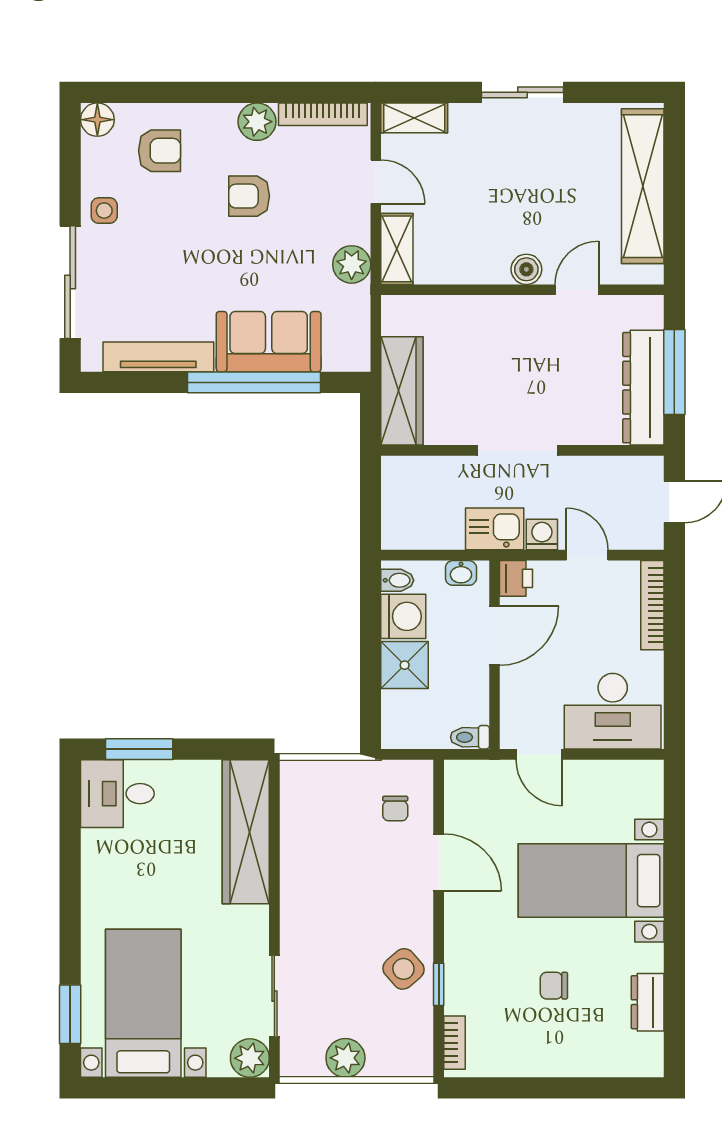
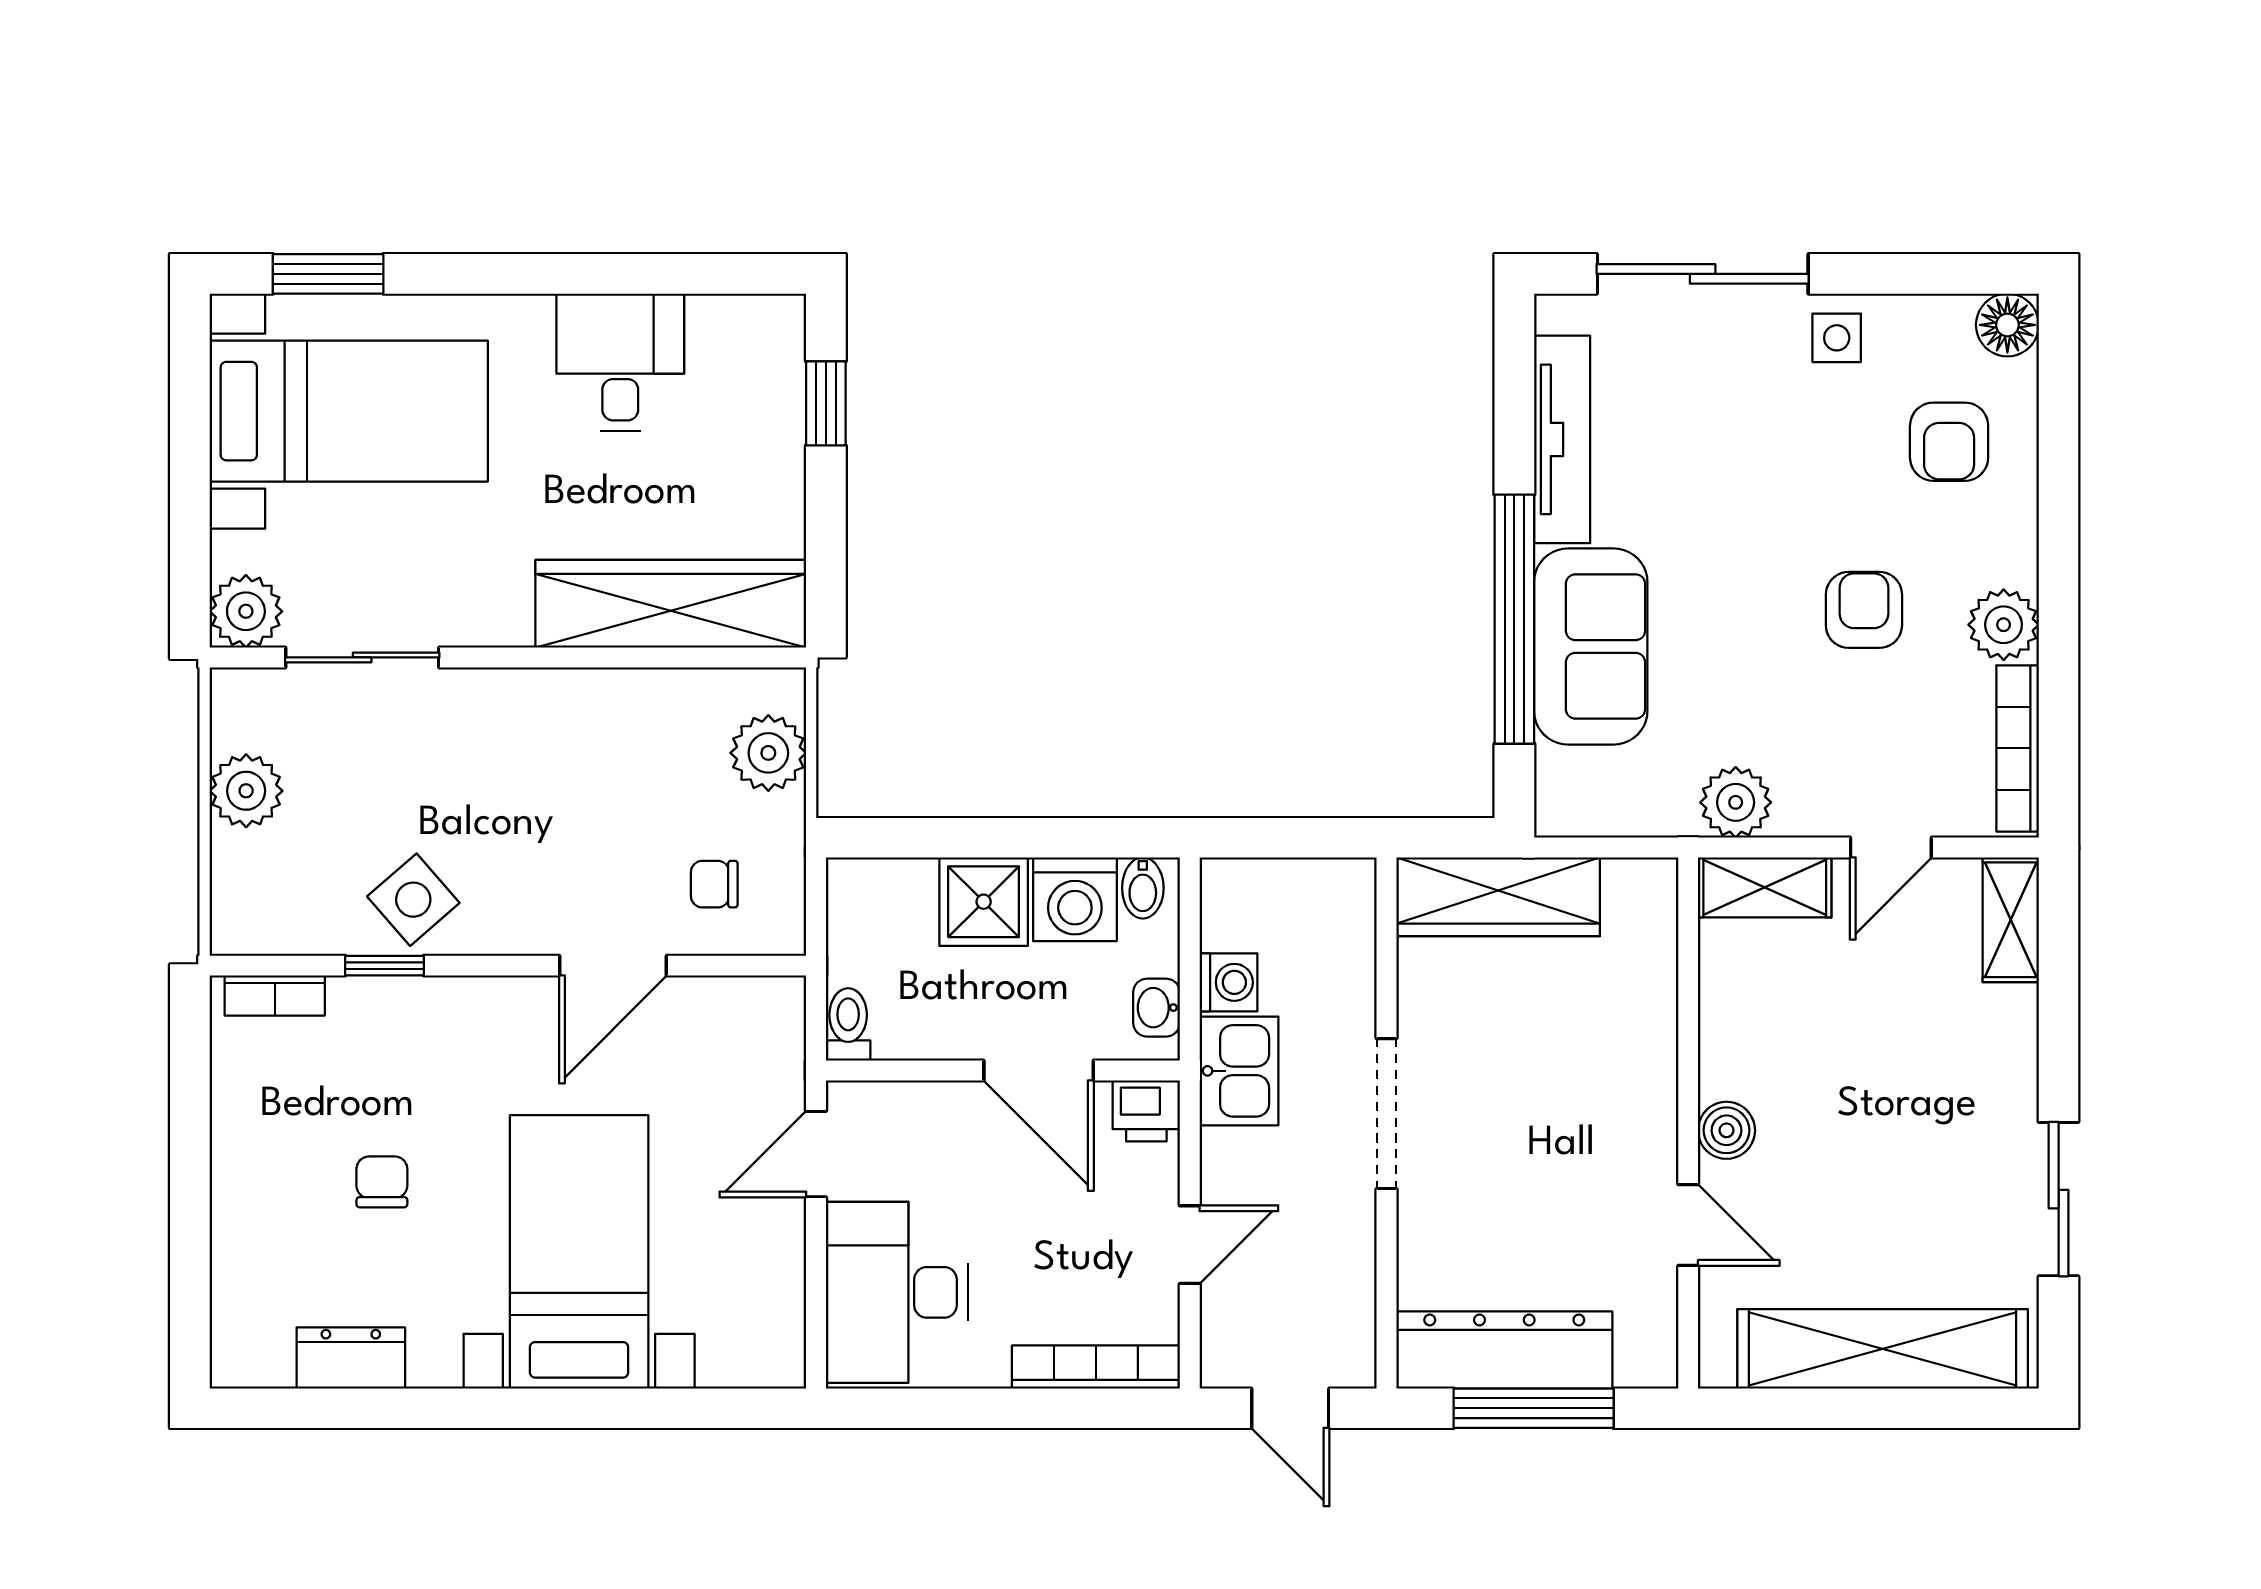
sliding door: (522, 92) -> (2059, 1199), moved
washing machine: (542, 535) -> (1229, 982), moved
window: (139, 749) -> (826, 403), width x0.67
plant: (325, 780) -> (768, 753), added
desk: (117, 794) -> (620, 362), moved

